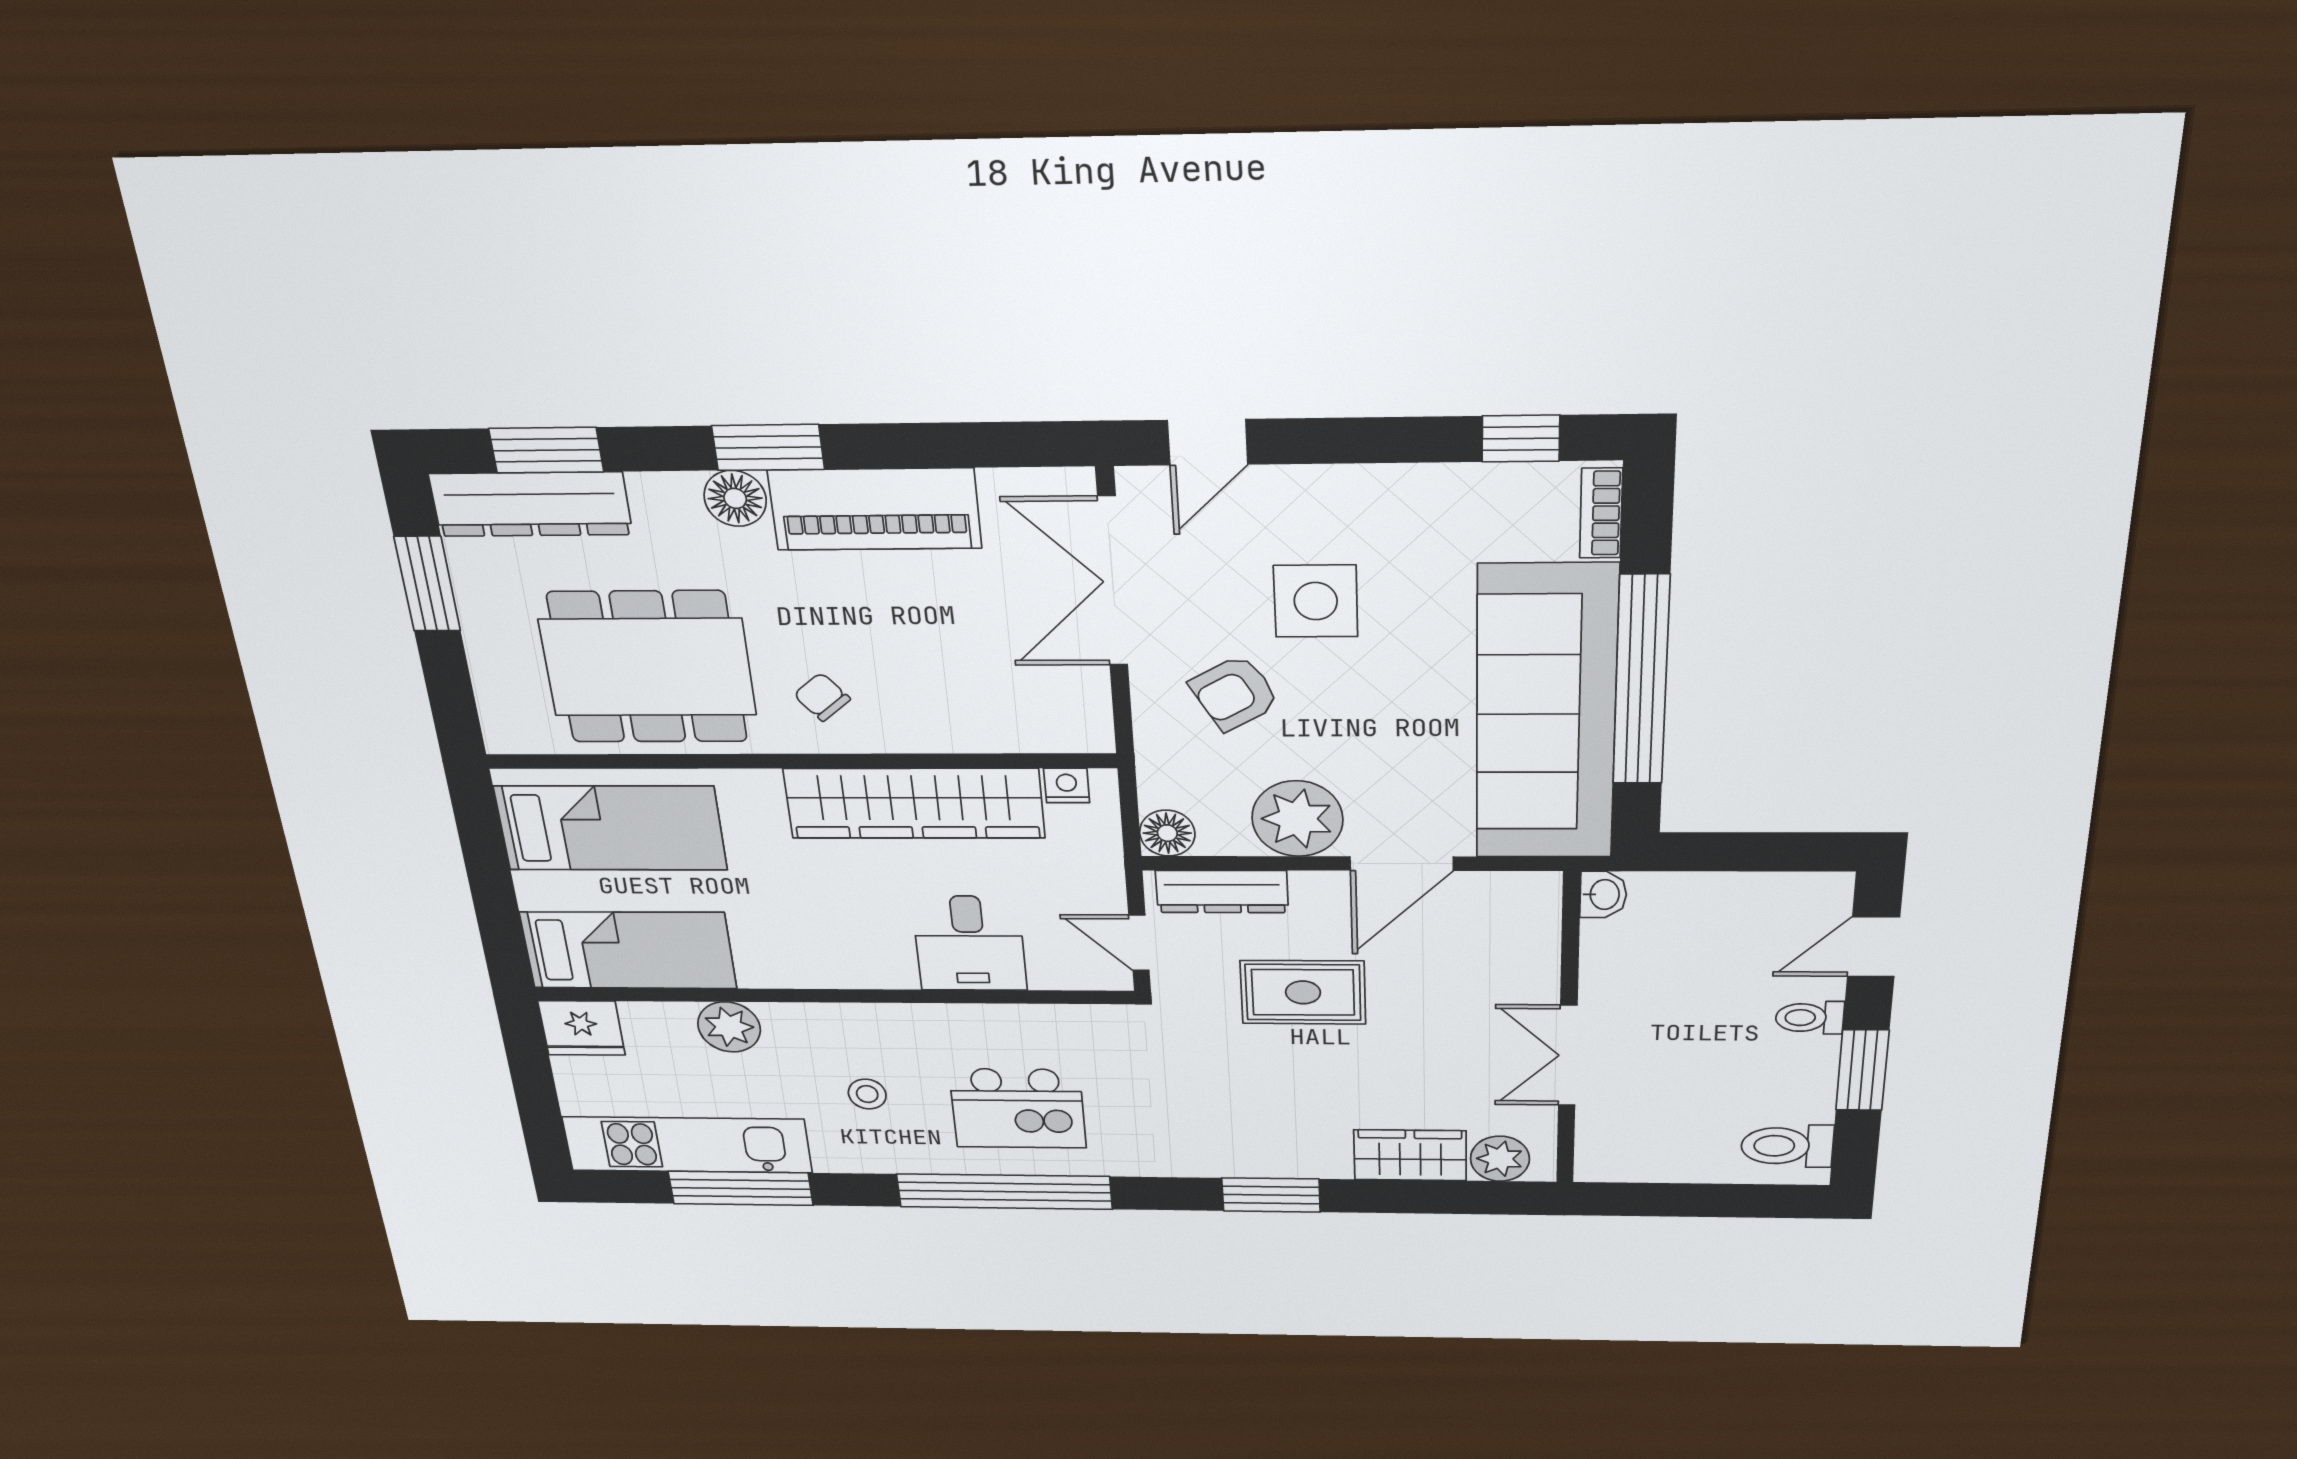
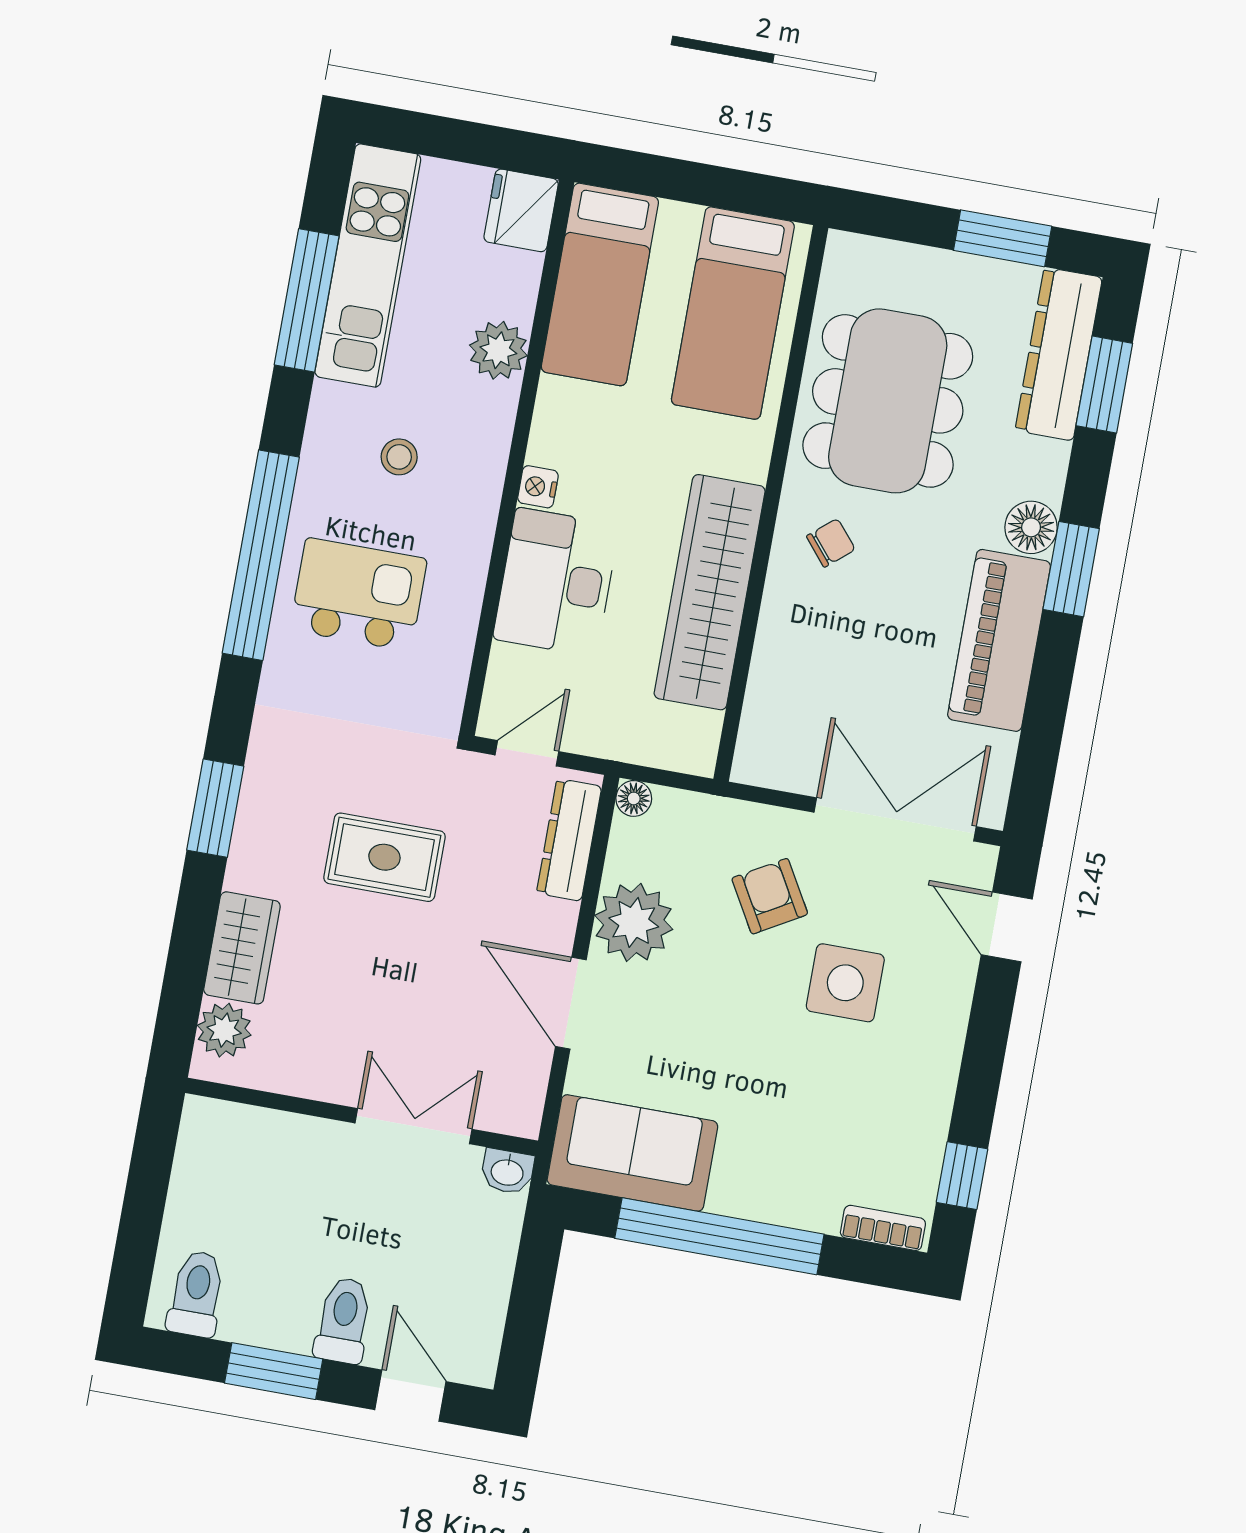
sofa: (1546, 714) -> (632, 1153), width x0.54, depth x0.79
nightstand: (1067, 785) -> (538, 487), moved, turned 180
floor lamp: (1167, 833) -> (634, 798), width x0.73, depth x0.73
desk: (969, 943) -> (556, 582), width x1.37
rug: (1303, 992) -> (384, 857), moved, turned 90
toilet: (1810, 1018) -> (343, 1320), width x1.37, depth x1.39
double door: (1568, 1056) -> (413, 1126), moved
kitchen island: (1018, 1108) -> (358, 594), turned 90

